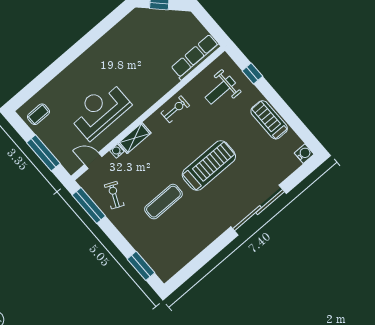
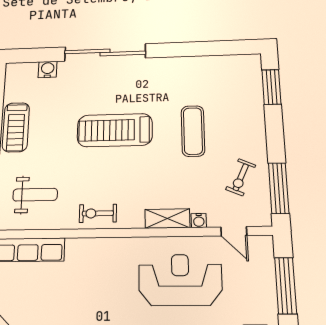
reception desk: (100, 110) -> (180, 280), turned 180
water cooler: (304, 154) -> (48, 69), moved, turned 90
exercise mat: (163, 202) -> (193, 131), turned 90

